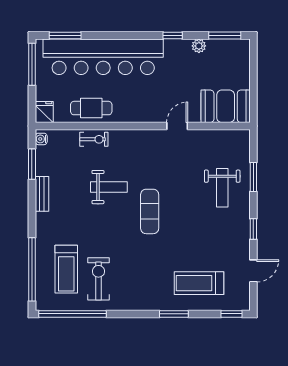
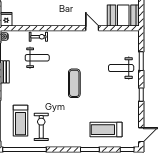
cafe table: (91, 108) -> (37, 17), removed
door: (177, 126) -> (92, 28), hinge flipped
weight bench: (109, 187) -> (37, 58), moved
weight bench: (222, 188) -> (121, 68), turned 90
door: (253, 271) -> (141, 135), moved

